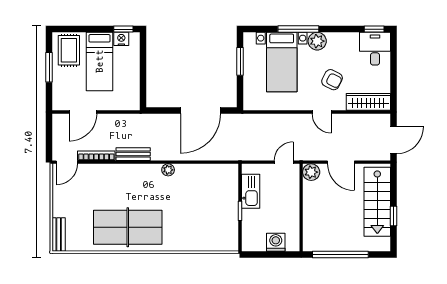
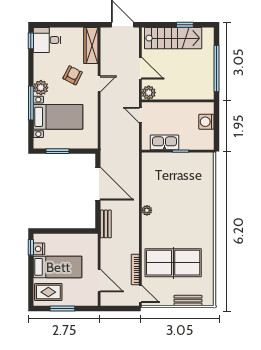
bench: (133, 154) -> (106, 224), moved
door: (341, 162) -> (140, 68), hinge flipped
table tennis table: (128, 227) -> (173, 263), moved, turned 90
bench: (59, 234) -> (188, 301), moved

